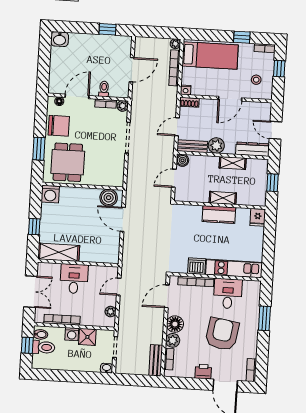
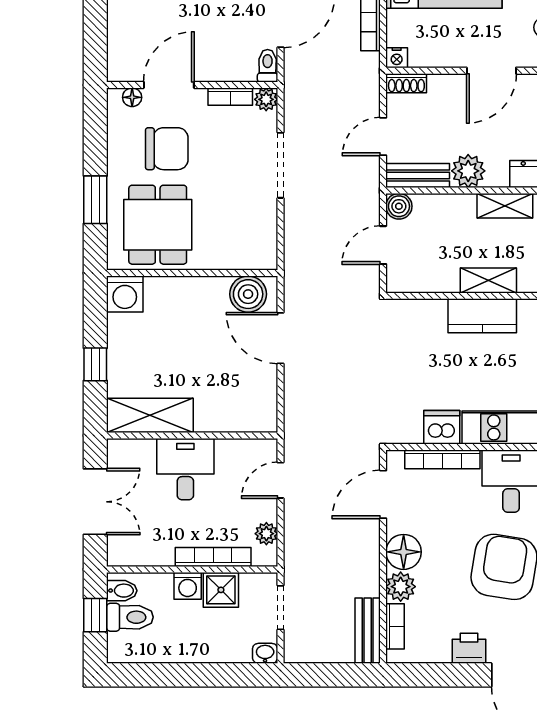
toilet: (104, 89) -> (268, 66), moved
chair: (59, 126) -> (167, 149), moved
bookcase: (62, 320) -> (213, 557), moved

